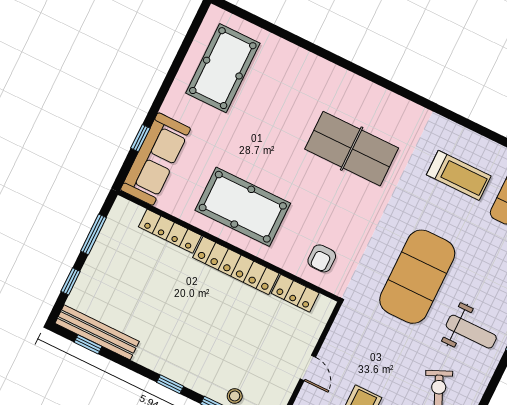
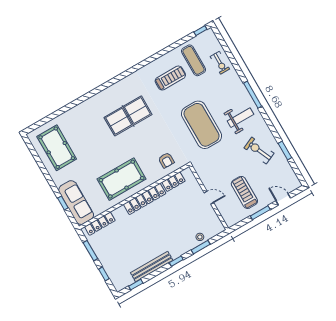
locker: (170, 231) -> (100, 224), moved
bench: (97, 332) -> (152, 267), moved

